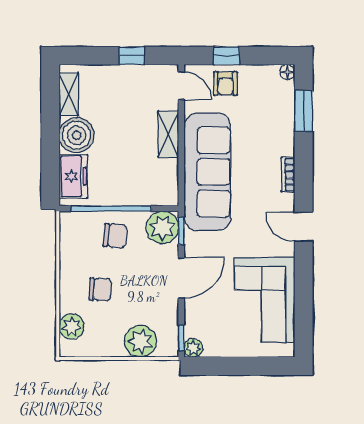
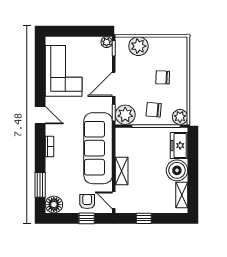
floor lamp: (287, 72) -> (54, 205), width x1.89, depth x1.89
plant: (72, 327) -> (180, 117), moved

